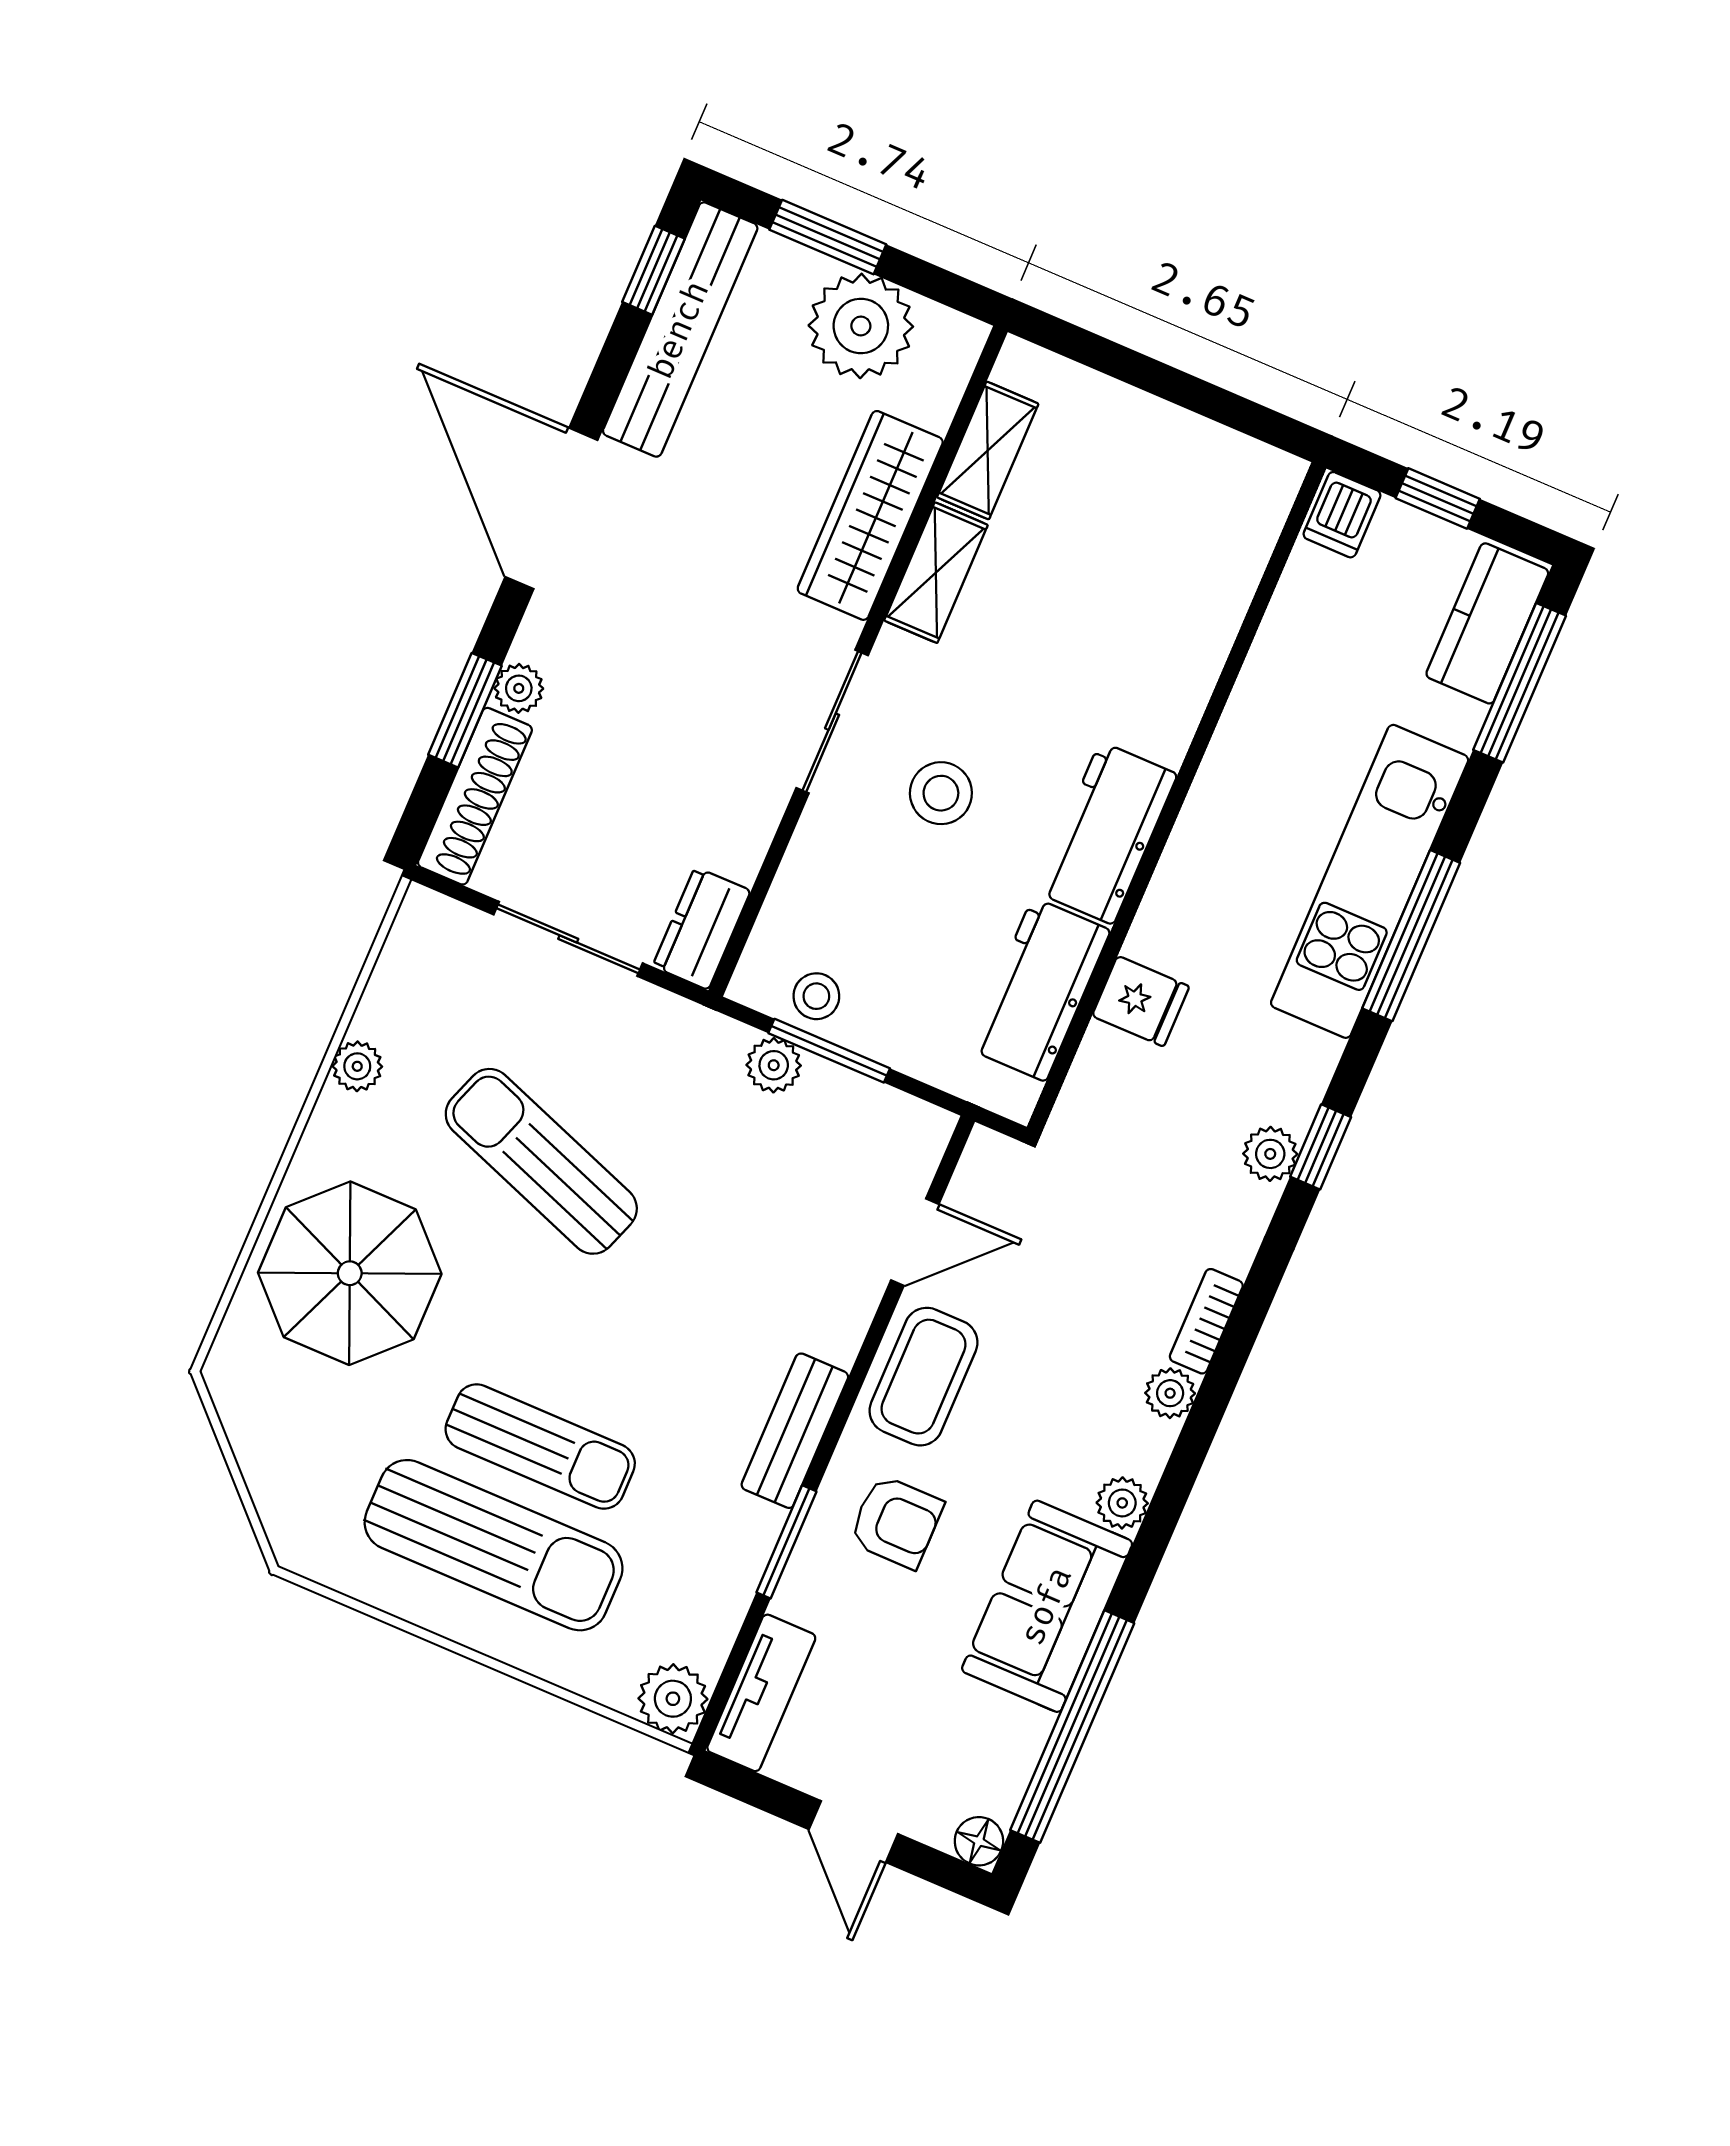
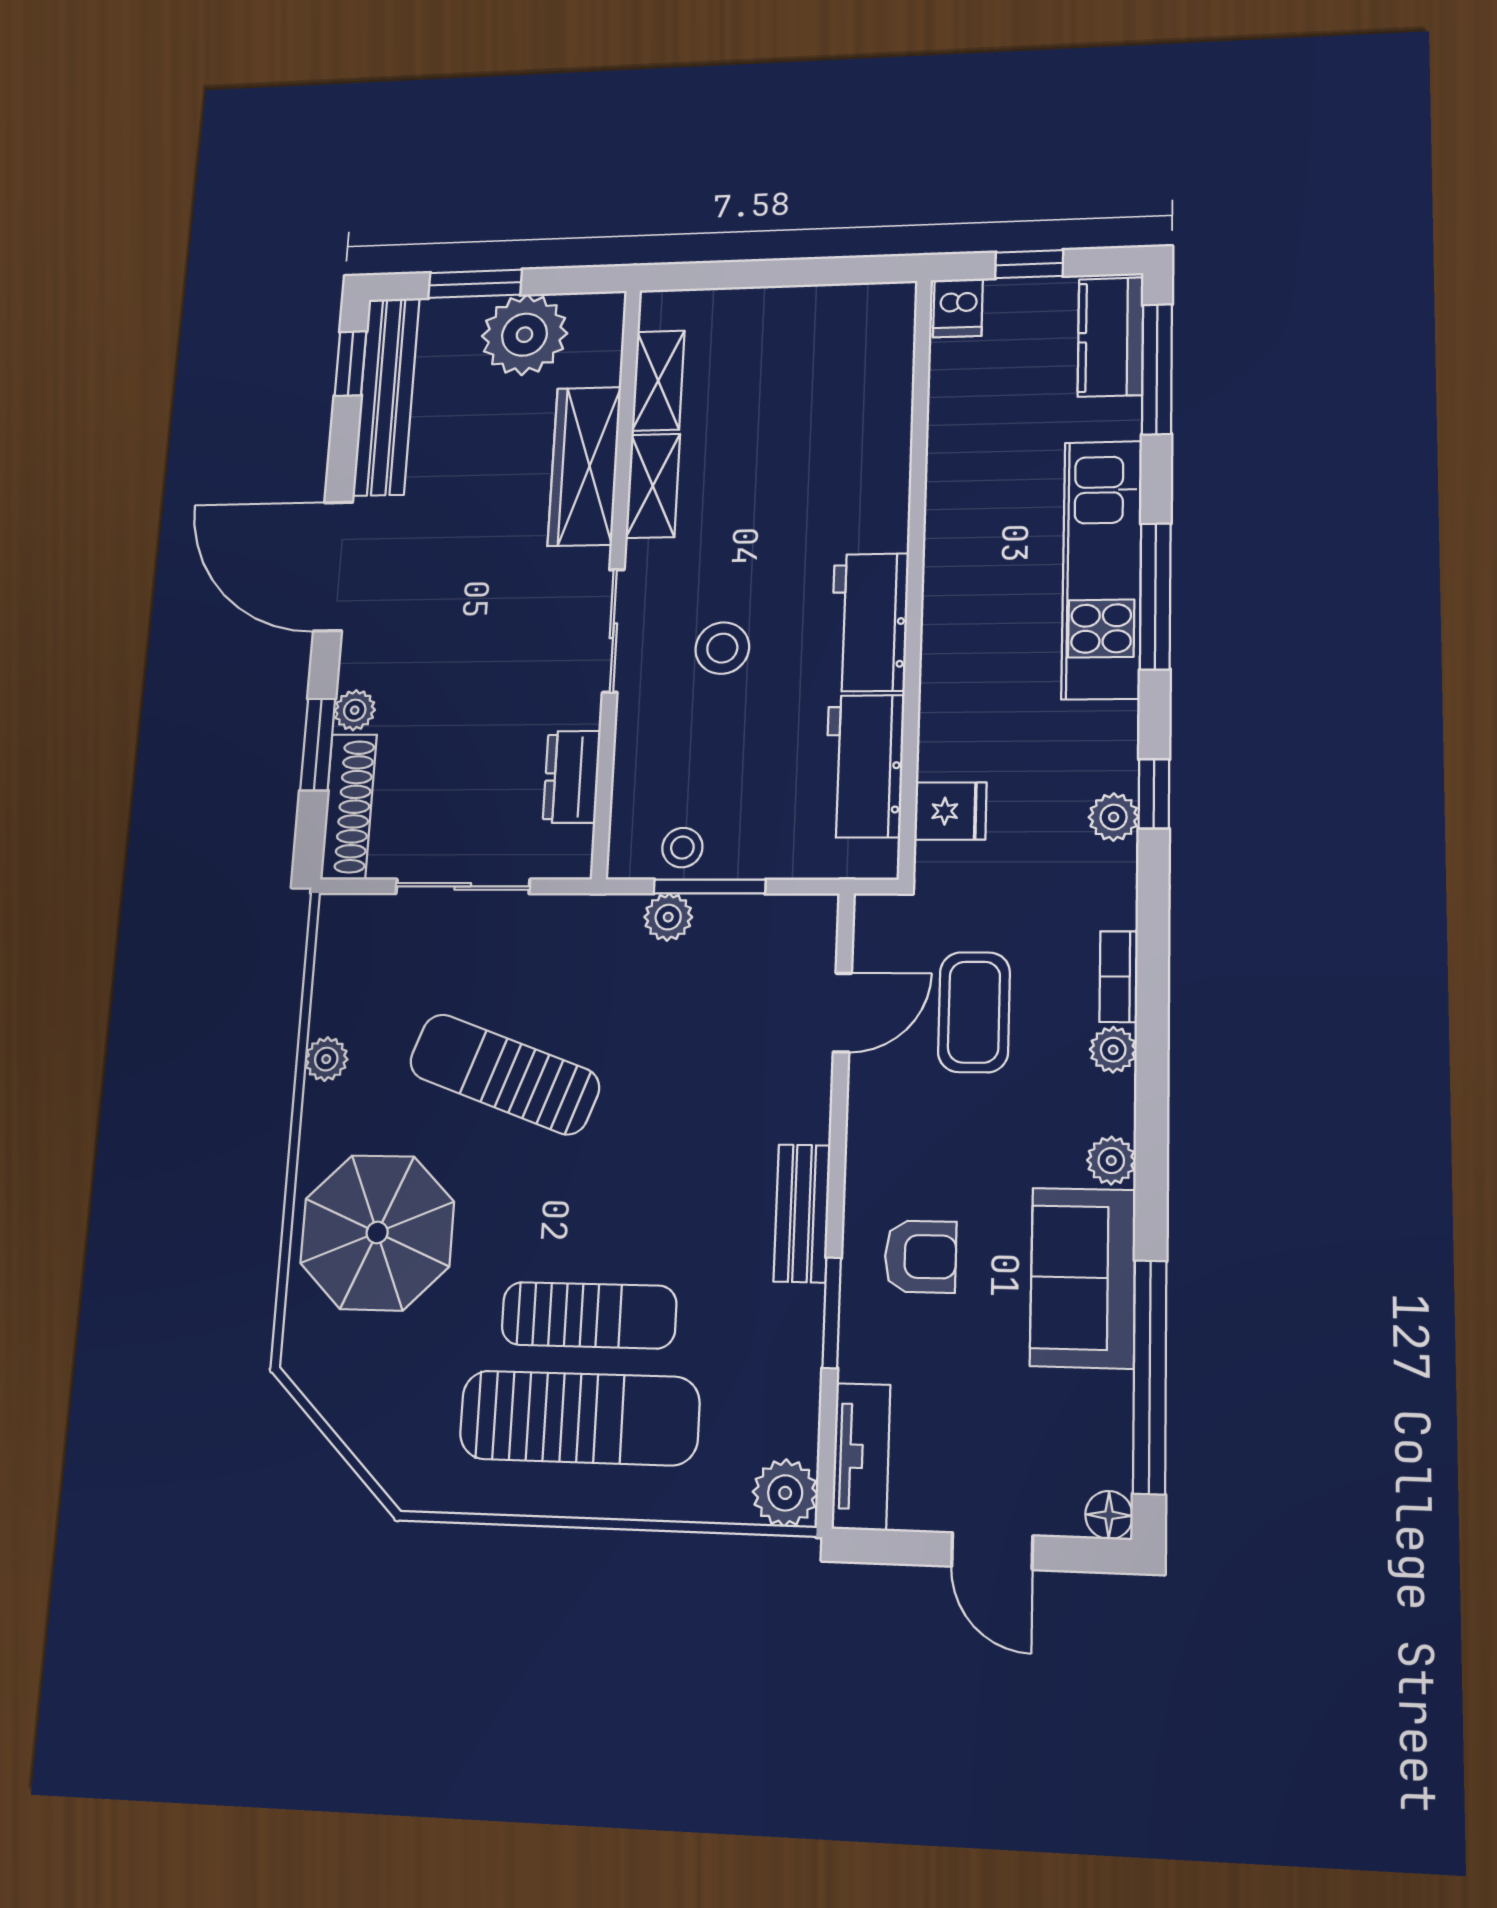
dresser: (702, 928) -> (572, 777), moved
fridge: (1141, 1001) -> (950, 811), moved
coffee table: (924, 1377) -> (974, 1012), moved

